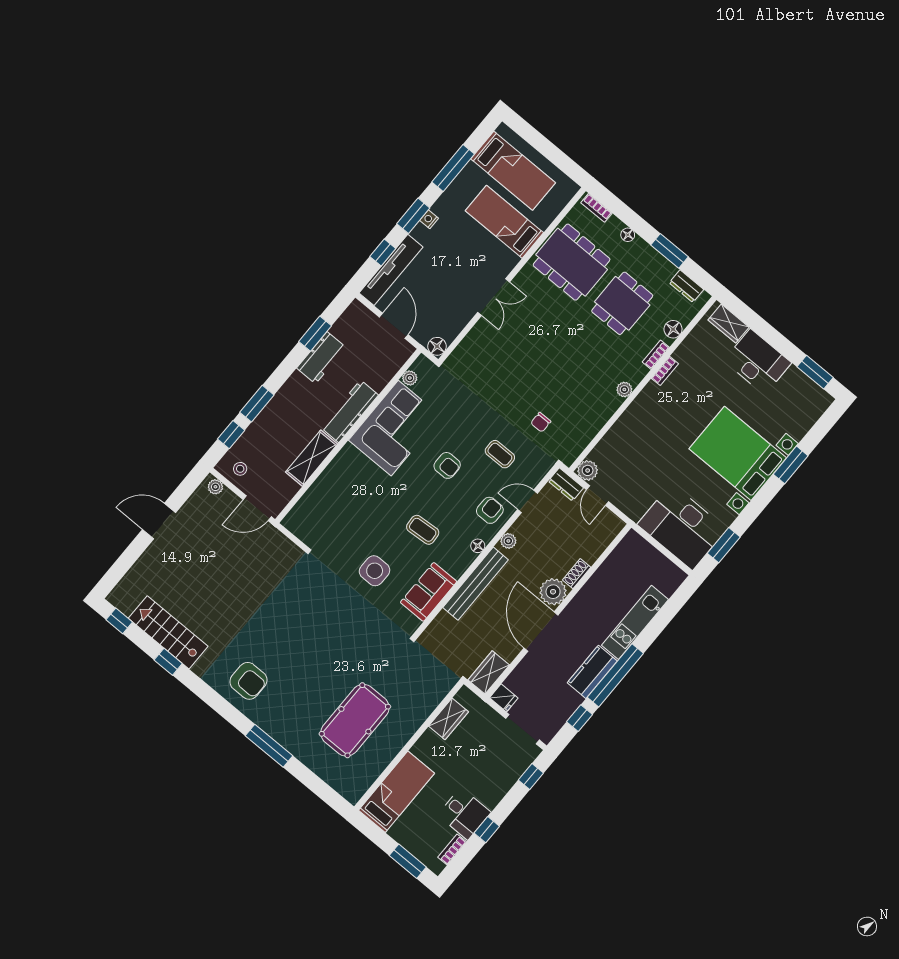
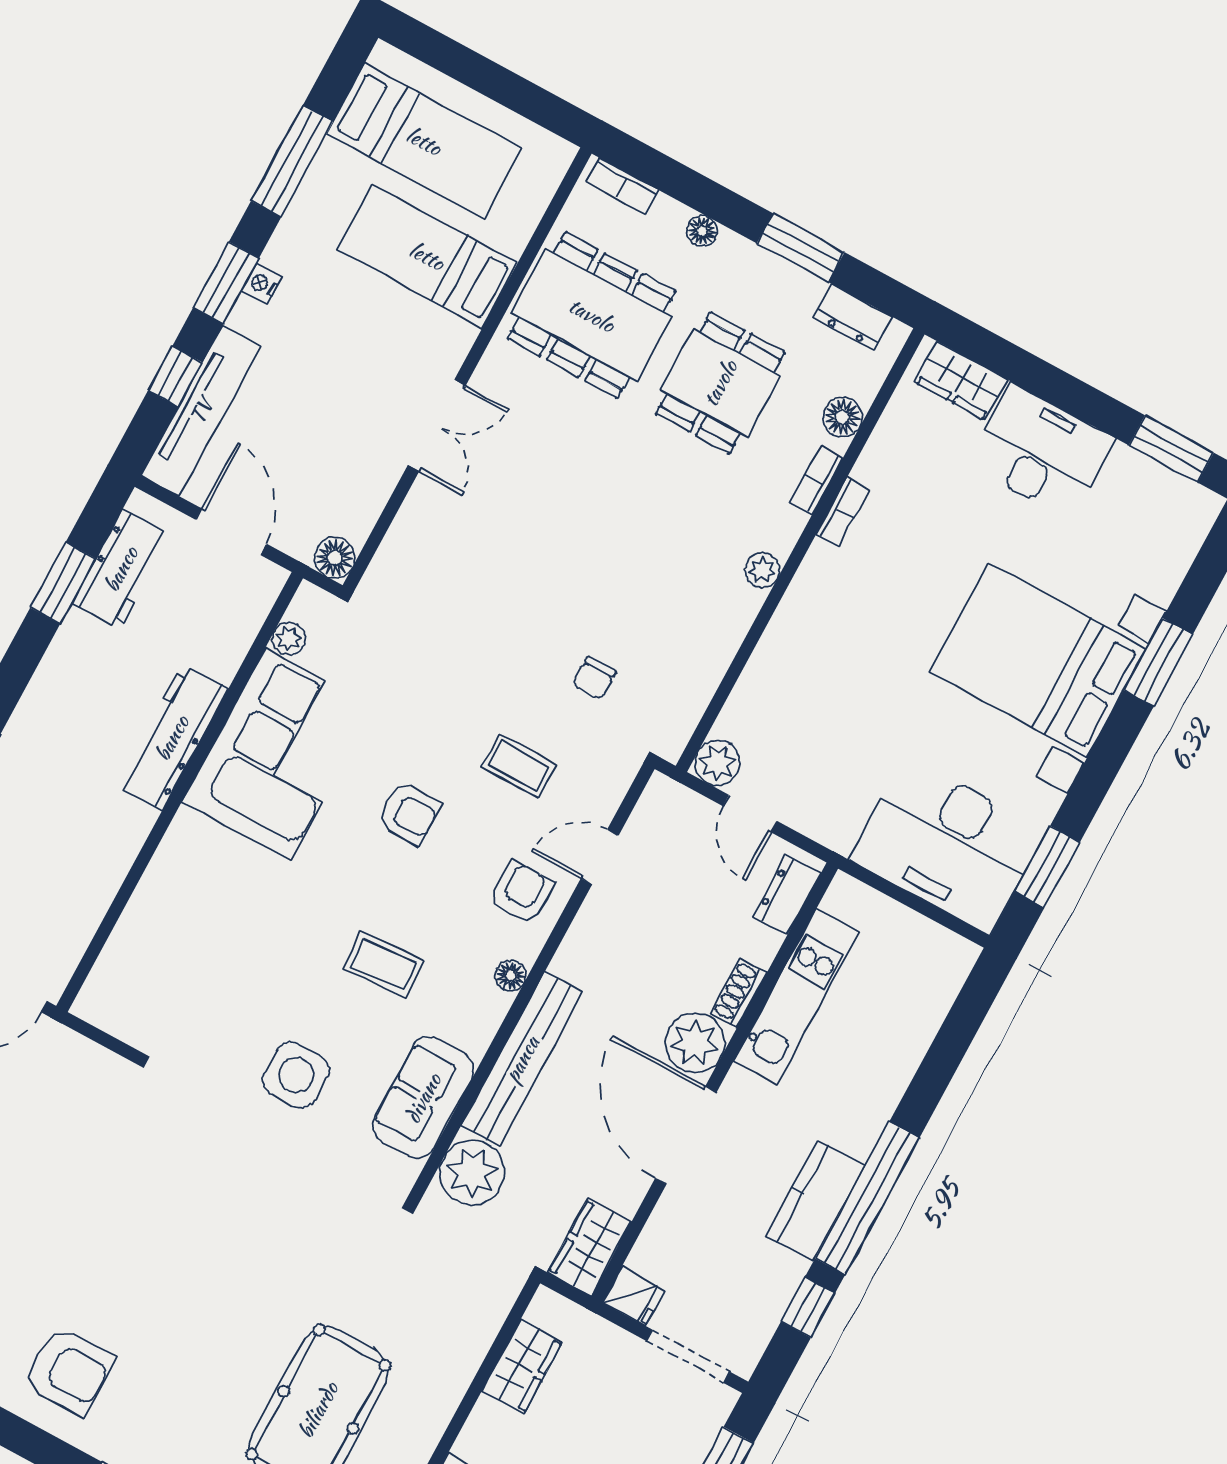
workbench: (321, 358) -> (121, 569), moved
shelving: (312, 458) -> (109, 856), removed
dresser: (566, 484) -> (787, 895), moved, turned 90
plant: (508, 541) -> (472, 1173), moved, width x1.88, depth x1.88
kitchen unit: (635, 622) -> (796, 997), moved, turned 180

